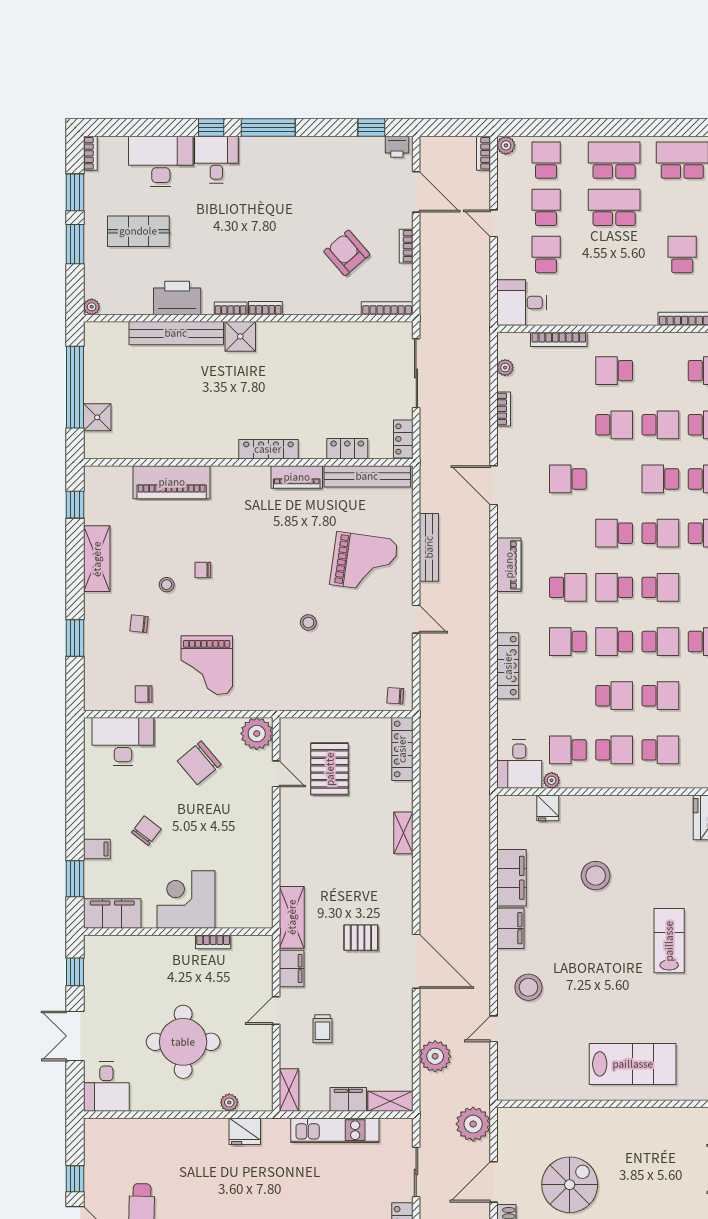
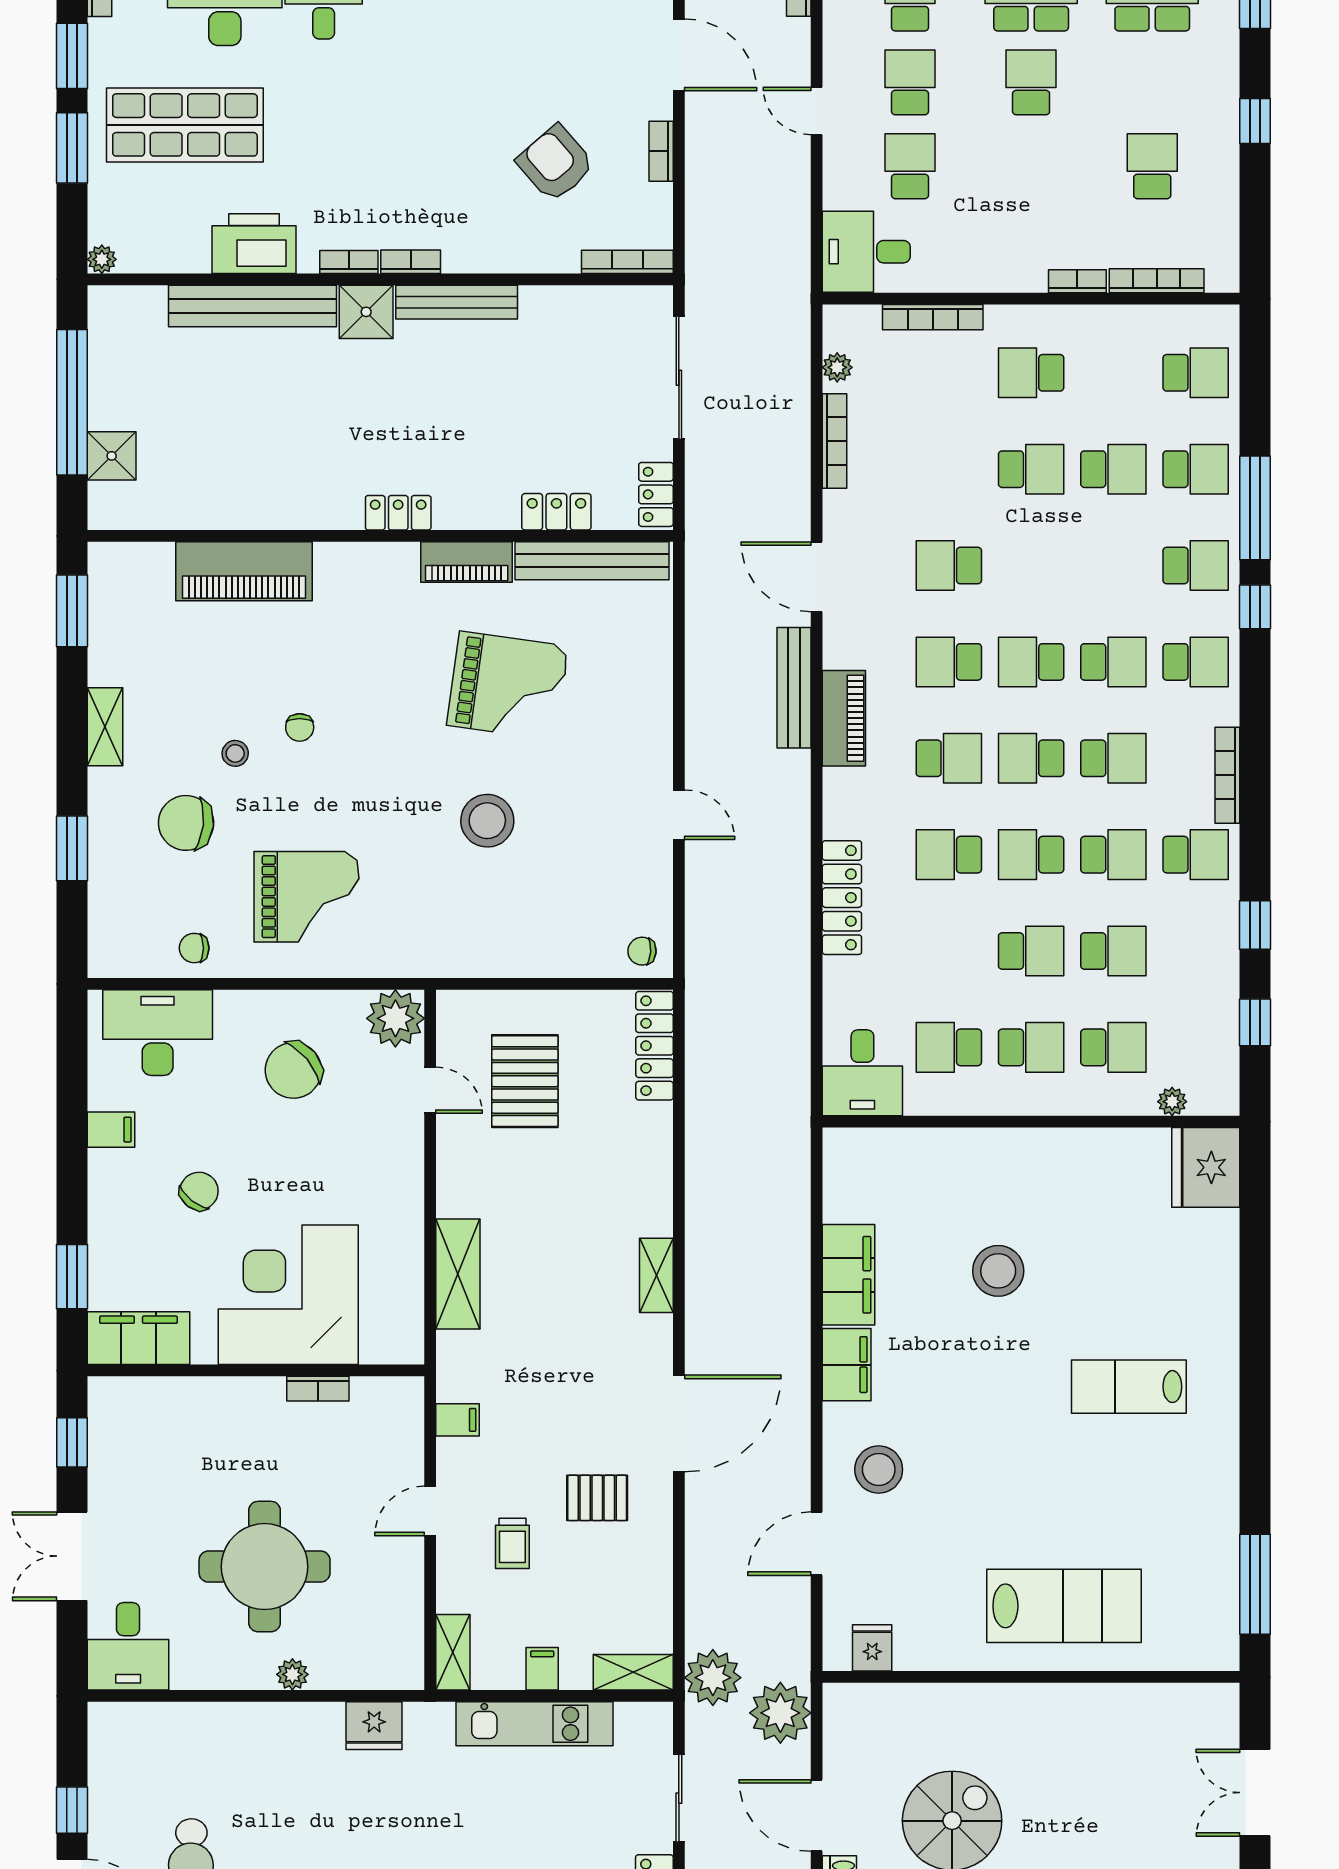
school desk: (614, 207) -> (1031, 82), width x0.54
shop shelf: (138, 231) -> (185, 125), width x1.43, depth x1.36
bookcase: (640, 319) -> (1077, 281), added
bench: (291, 331) -> (457, 302), added
bookcase: (504, 409) -> (835, 441), width x1.56
locker: (268, 449) -> (398, 513), width x0.66
school desk: (660, 479) -> (949, 662), moved
window: (75, 505) -> (72, 611), width x1.50
bench: (429, 547) -> (794, 688), moved
shelving: (97, 559) -> (105, 727), width x0.67, depth x0.75
grand piano: (364, 562) -> (508, 686), moved
chair: (203, 570) -> (300, 727), turned -90
stool: (308, 622) -> (487, 821), width x1.89, depth x1.89
chair: (139, 624) -> (186, 823), width x1.87, depth x1.87
grand piano: (207, 665) -> (307, 897), turned -90
plant: (552, 780) -> (1172, 1102), moved
fridge: (548, 808) -> (872, 1648), moved, turned 180
shelving: (403, 833) -> (656, 1275), moved
filing cabinet: (97, 849) -> (111, 1130), moved
corner desk: (186, 899) -> (288, 1295), width x1.36, depth x1.36
shelving: (292, 917) -> (458, 1274), moved
pallet: (361, 938) -> (597, 1498), moved
lab bench: (669, 941) -> (1129, 1387), turned -90
door: (416, 961) -> (679, 1423), hinge flipped
filing cabinet: (292, 968) -> (457, 1420), width x0.50
door: (494, 1029) -> (817, 1544), width x1.38
plant: (435, 1056) -> (713, 1678), moved
filing cabinet: (348, 1099) -> (542, 1669), width x0.50
plant: (229, 1102) -> (292, 1674), moved
door: (494, 1182) -> (817, 1816), hinge flipped

